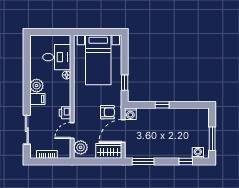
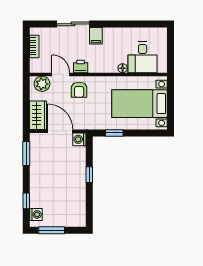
plant: (37, 86) -> (111, 35), removed
armchair: (107, 112) -> (79, 90), moved
sliding door: (27, 130) -> (73, 24), moved

